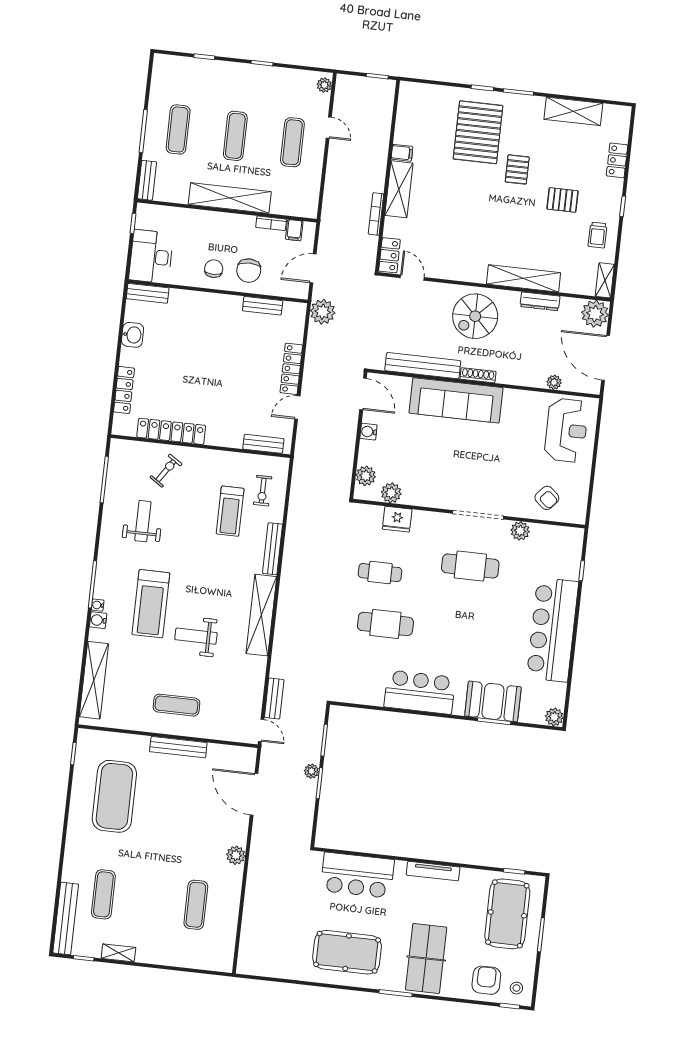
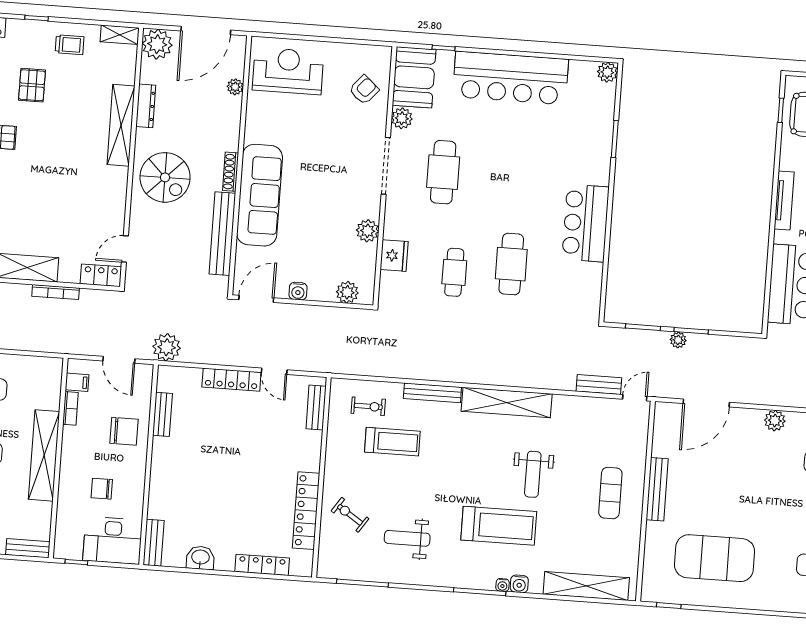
chair: (214, 269) -> (102, 489), moved
plant: (391, 493) -> (368, 231), moved
booth: (493, 701) -> (414, 77), moved

